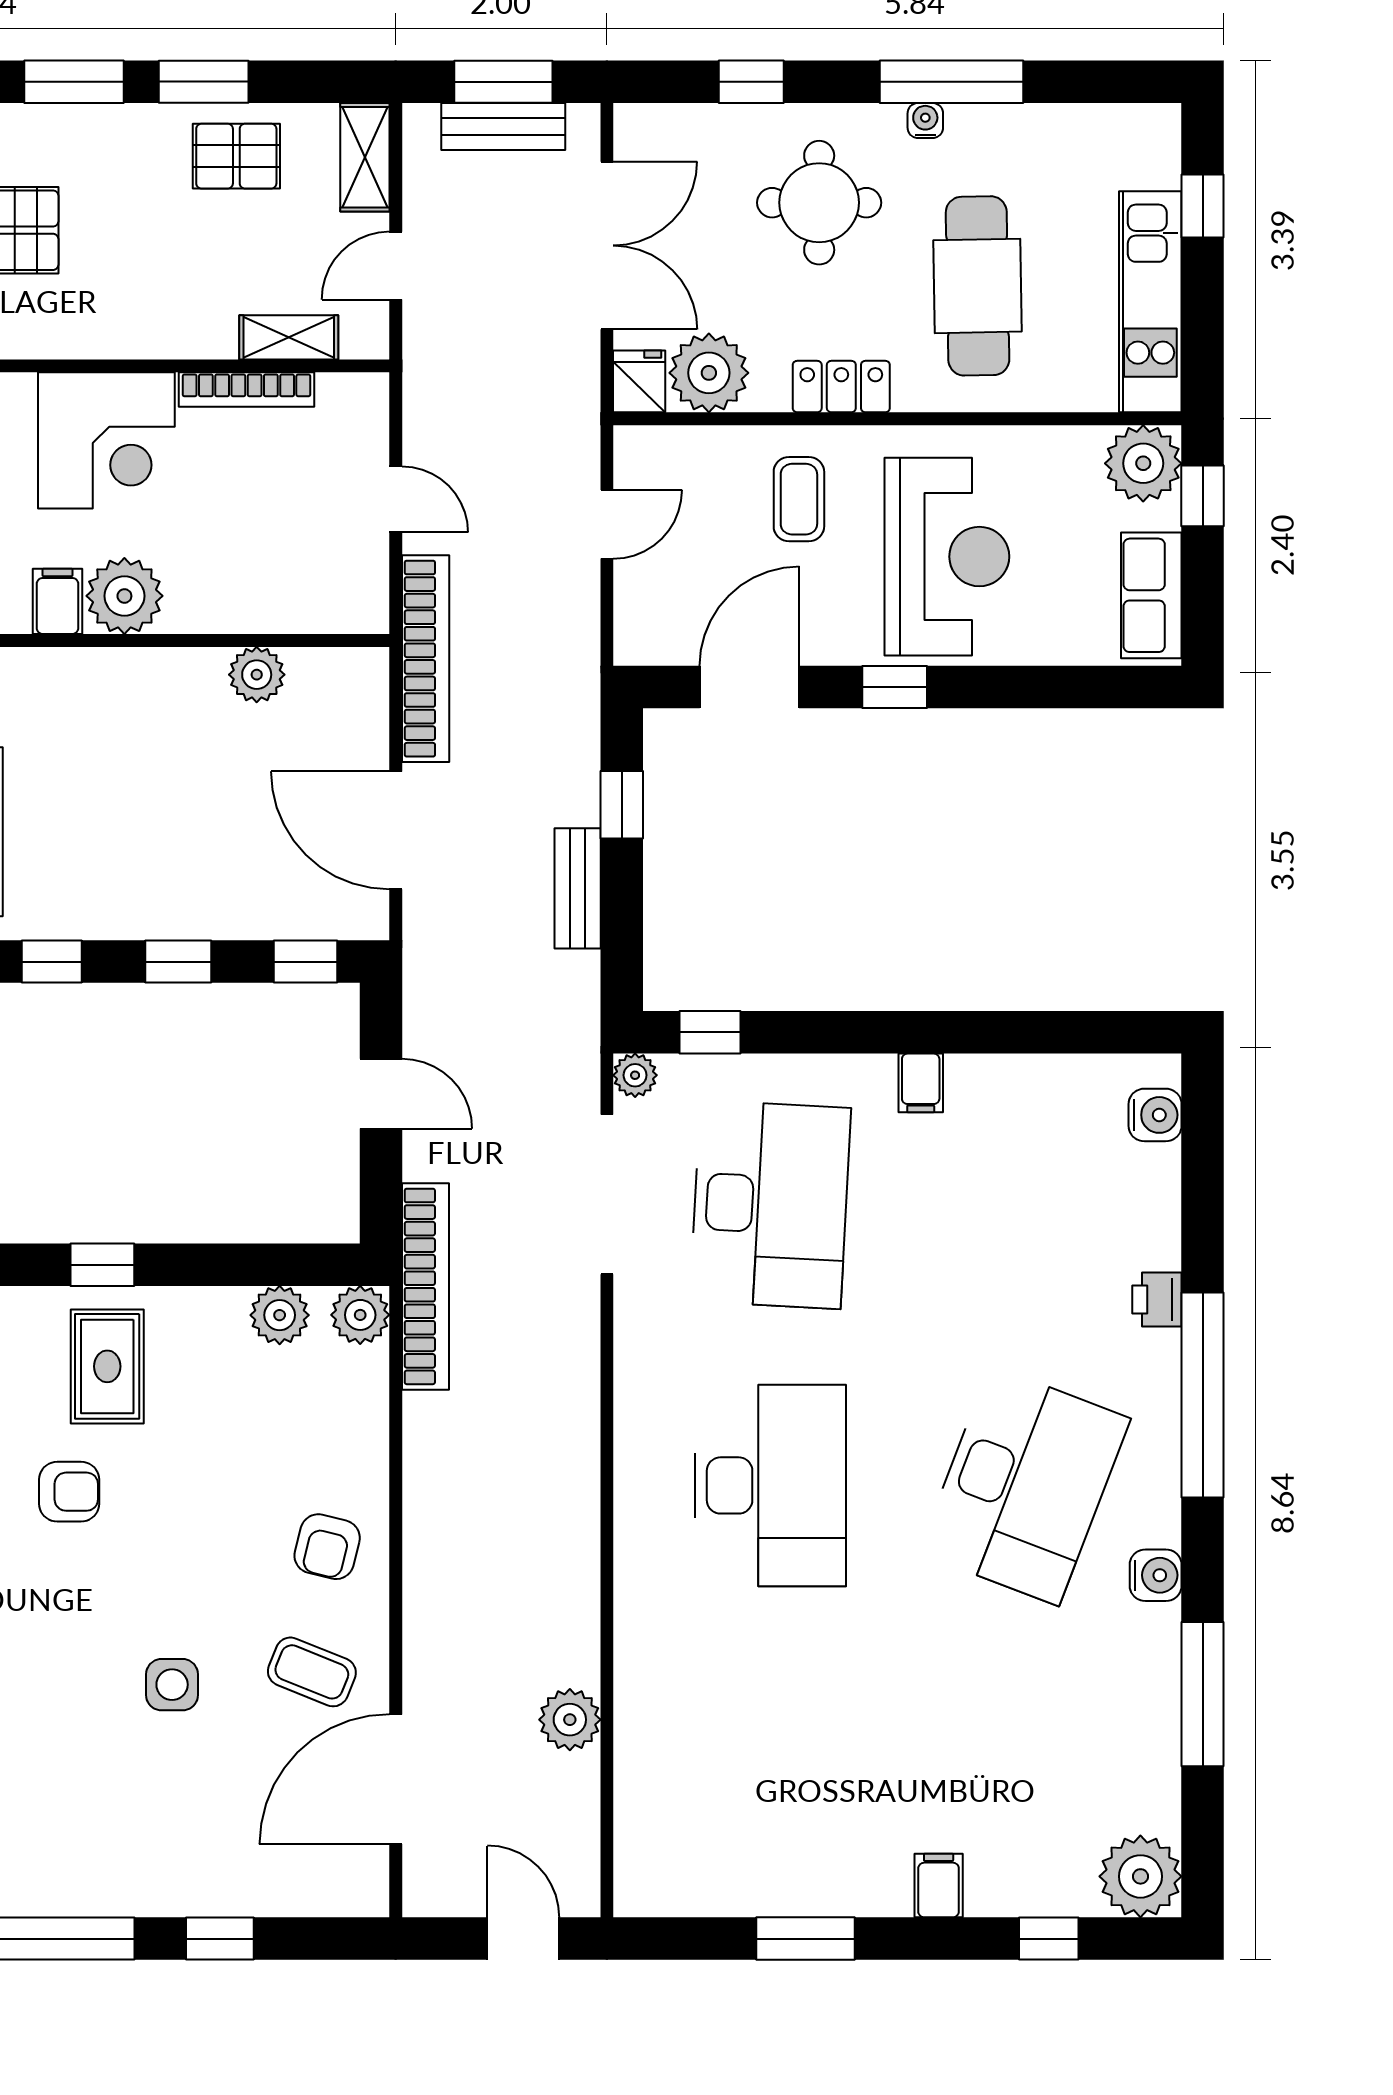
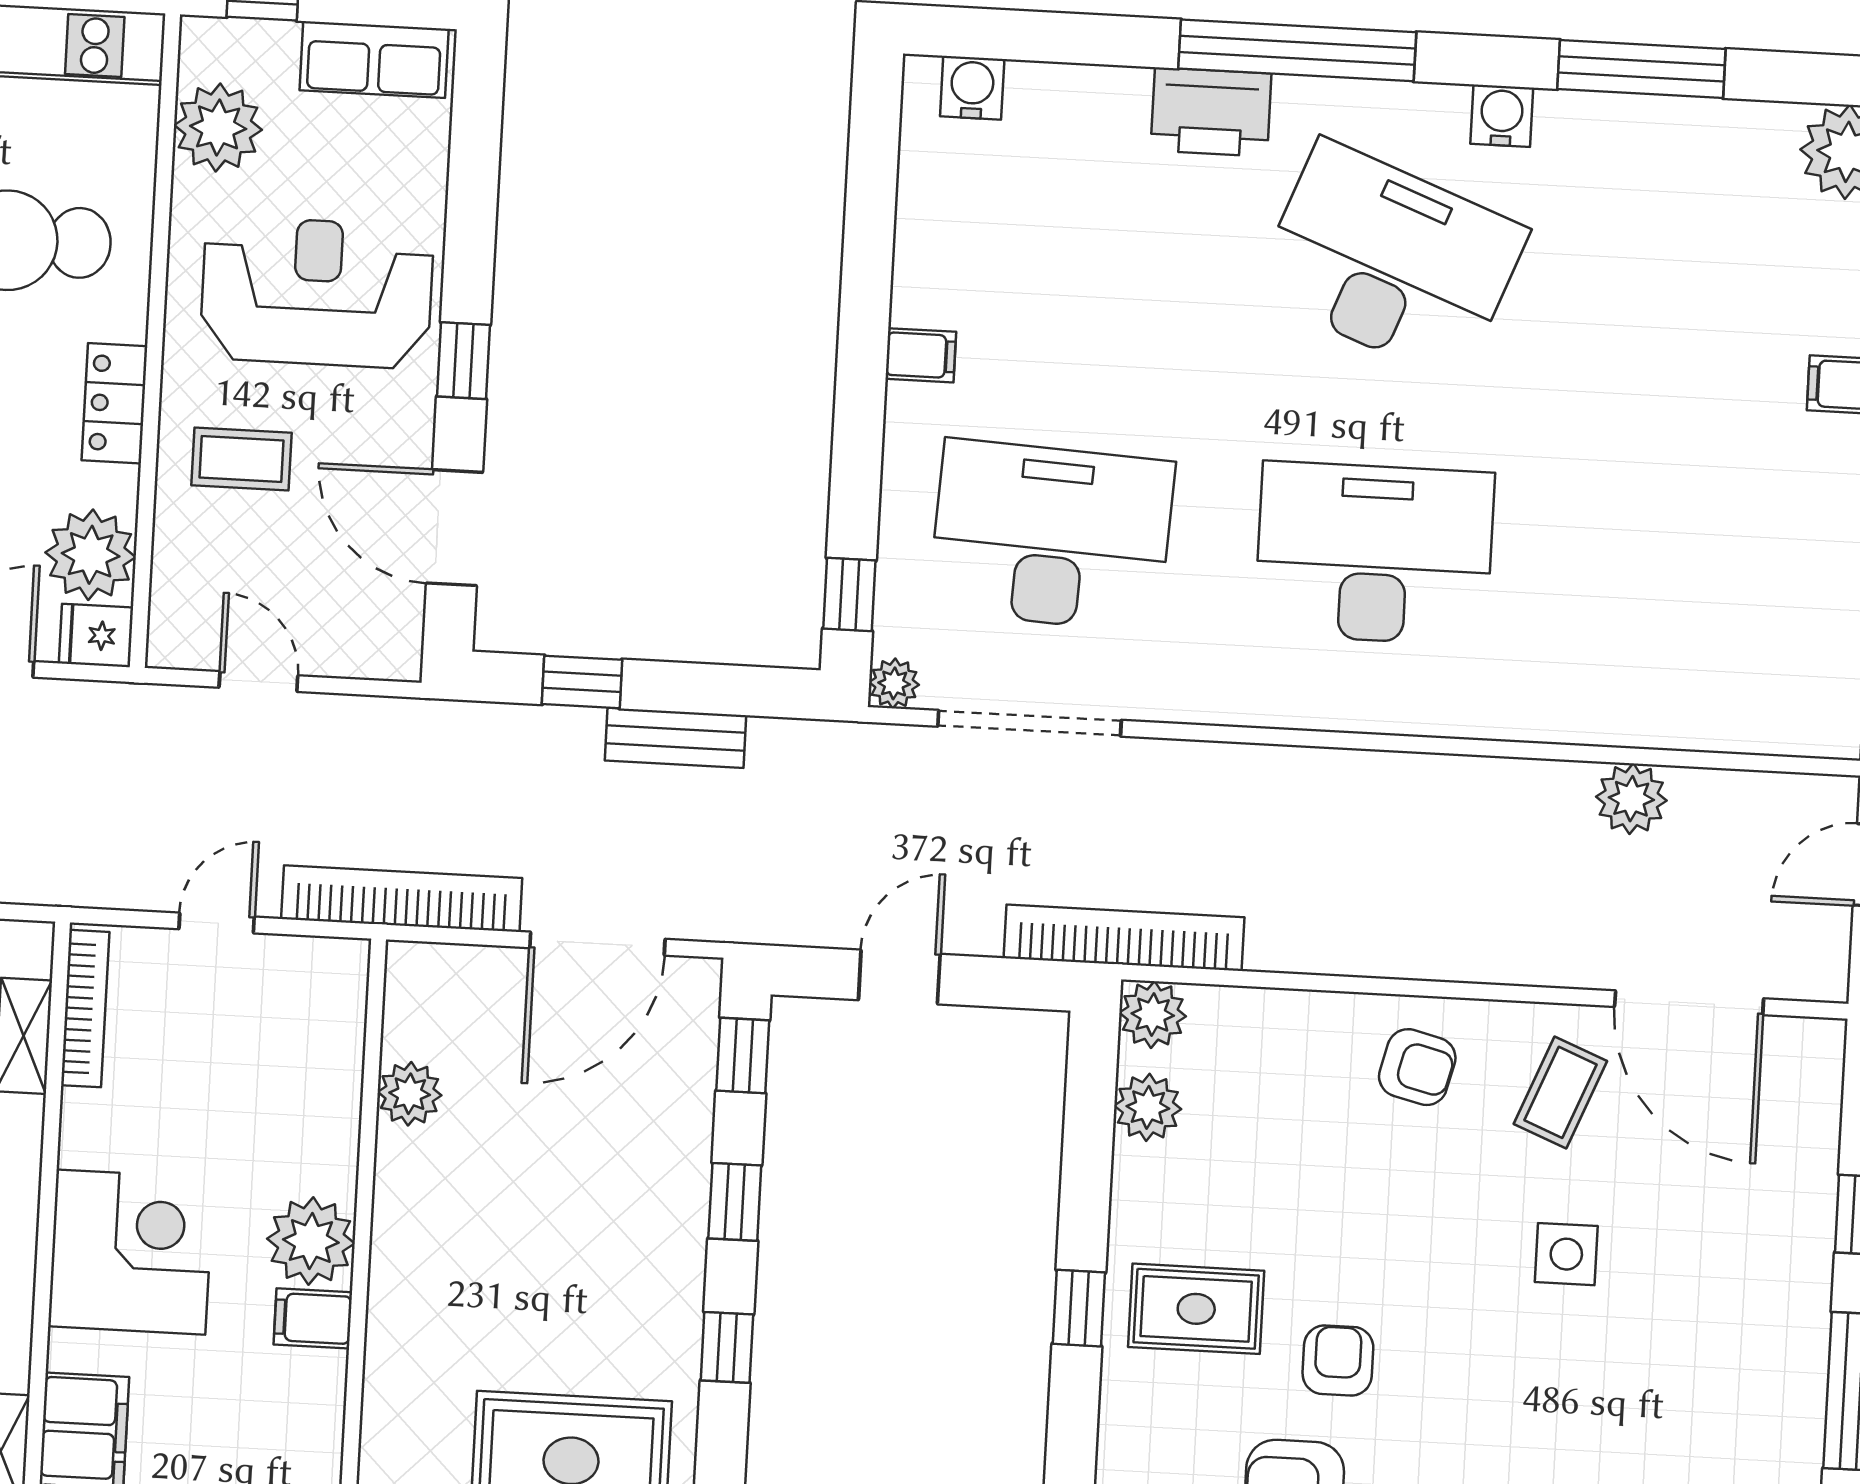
bookcase: (246, 390) -> (85, 1009), moved
plant: (1143, 463) -> (218, 127), moved
printer: (1157, 1299) -> (1211, 112), width x1.87, depth x1.48

